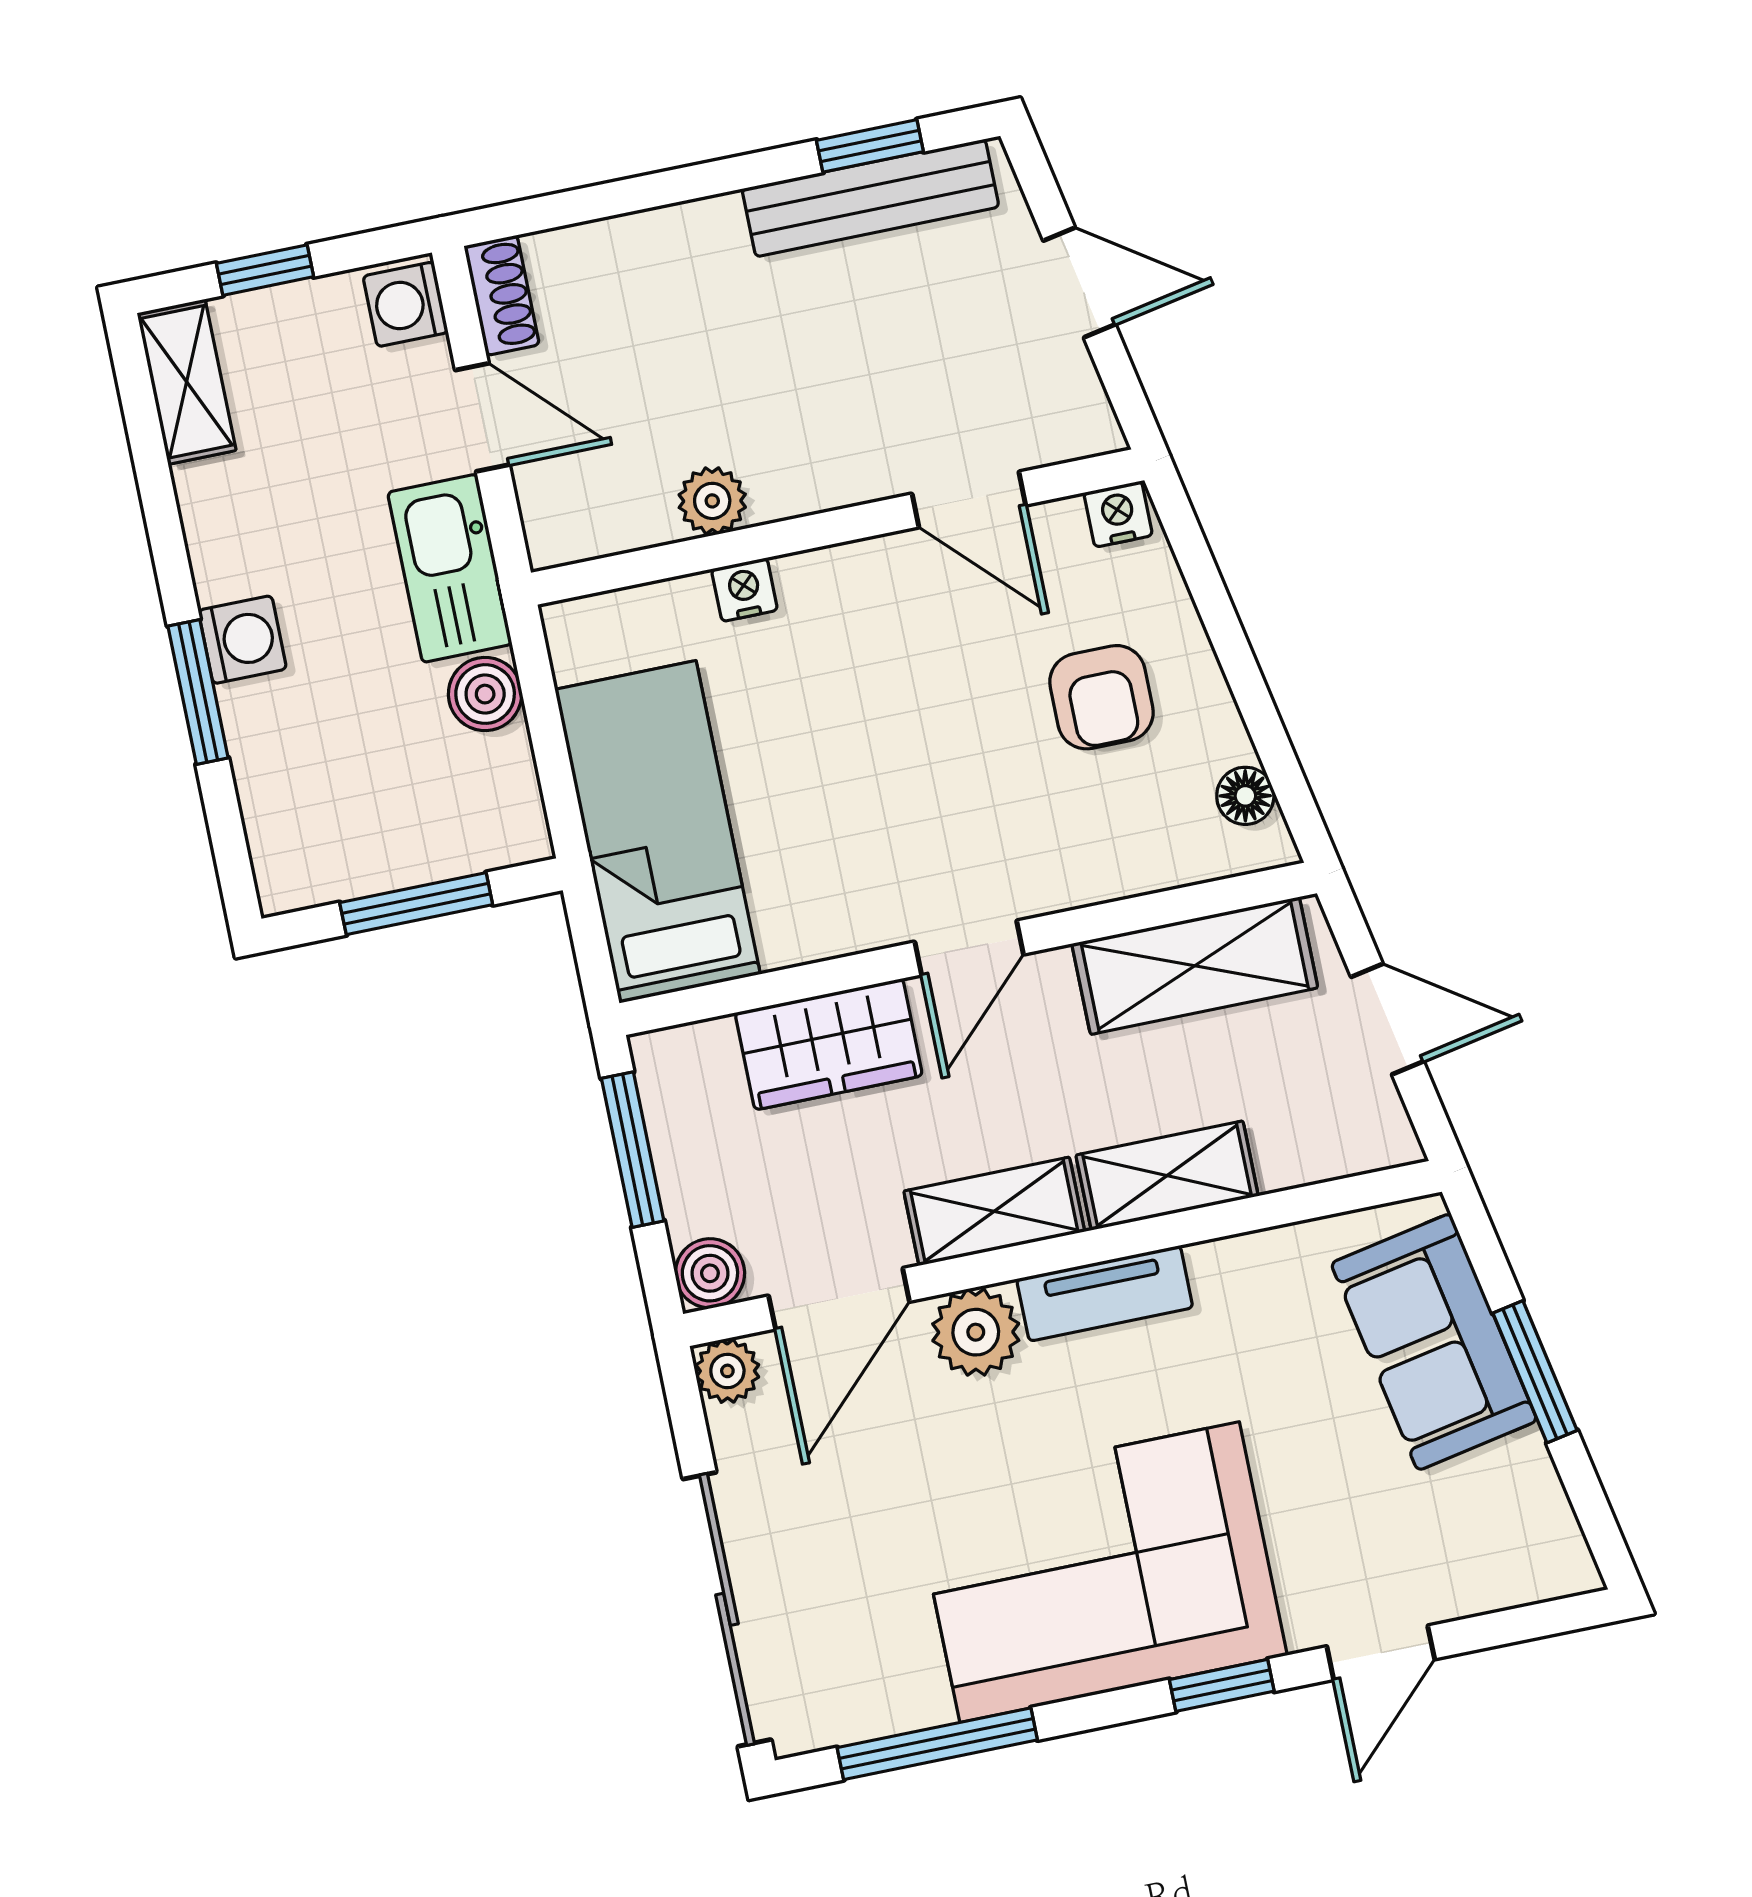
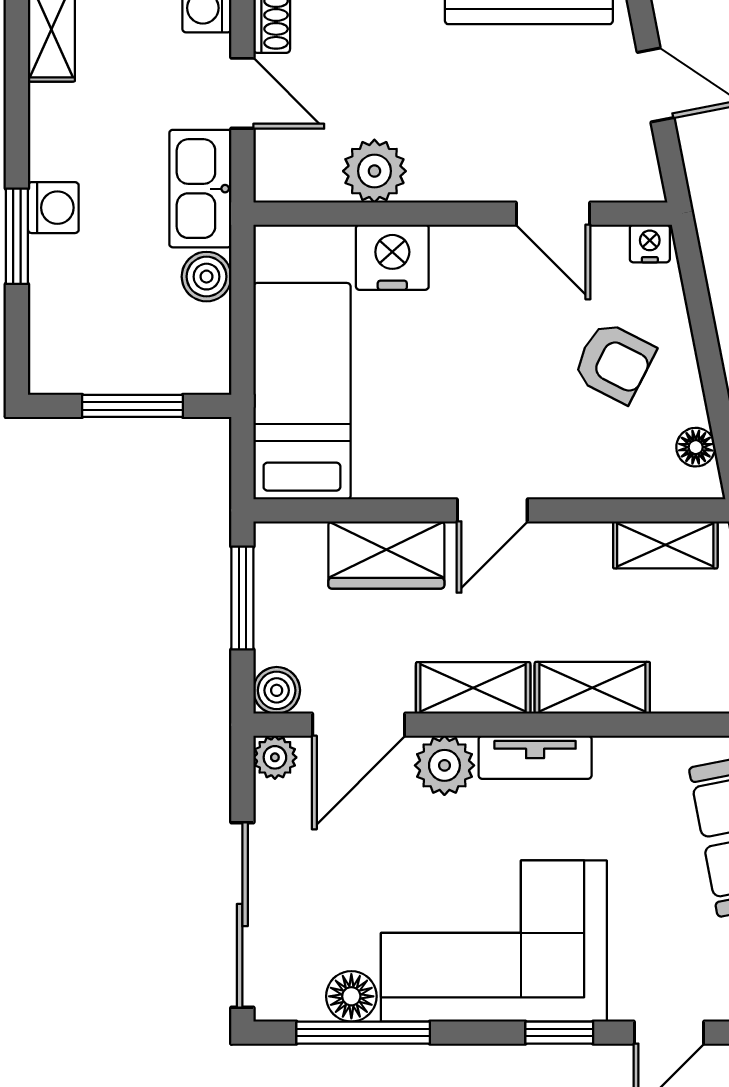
plant: (712, 501) -> (374, 171), width x1.38, depth x1.38
nightstand: (744, 590) -> (392, 257), width x1.89, depth x1.79
armchair: (1102, 697) -> (614, 362), turned -63
shelving: (1195, 966) -> (665, 545), width x0.67, depth x0.75
floor lamp: (909, 1695) -> (351, 996), added

